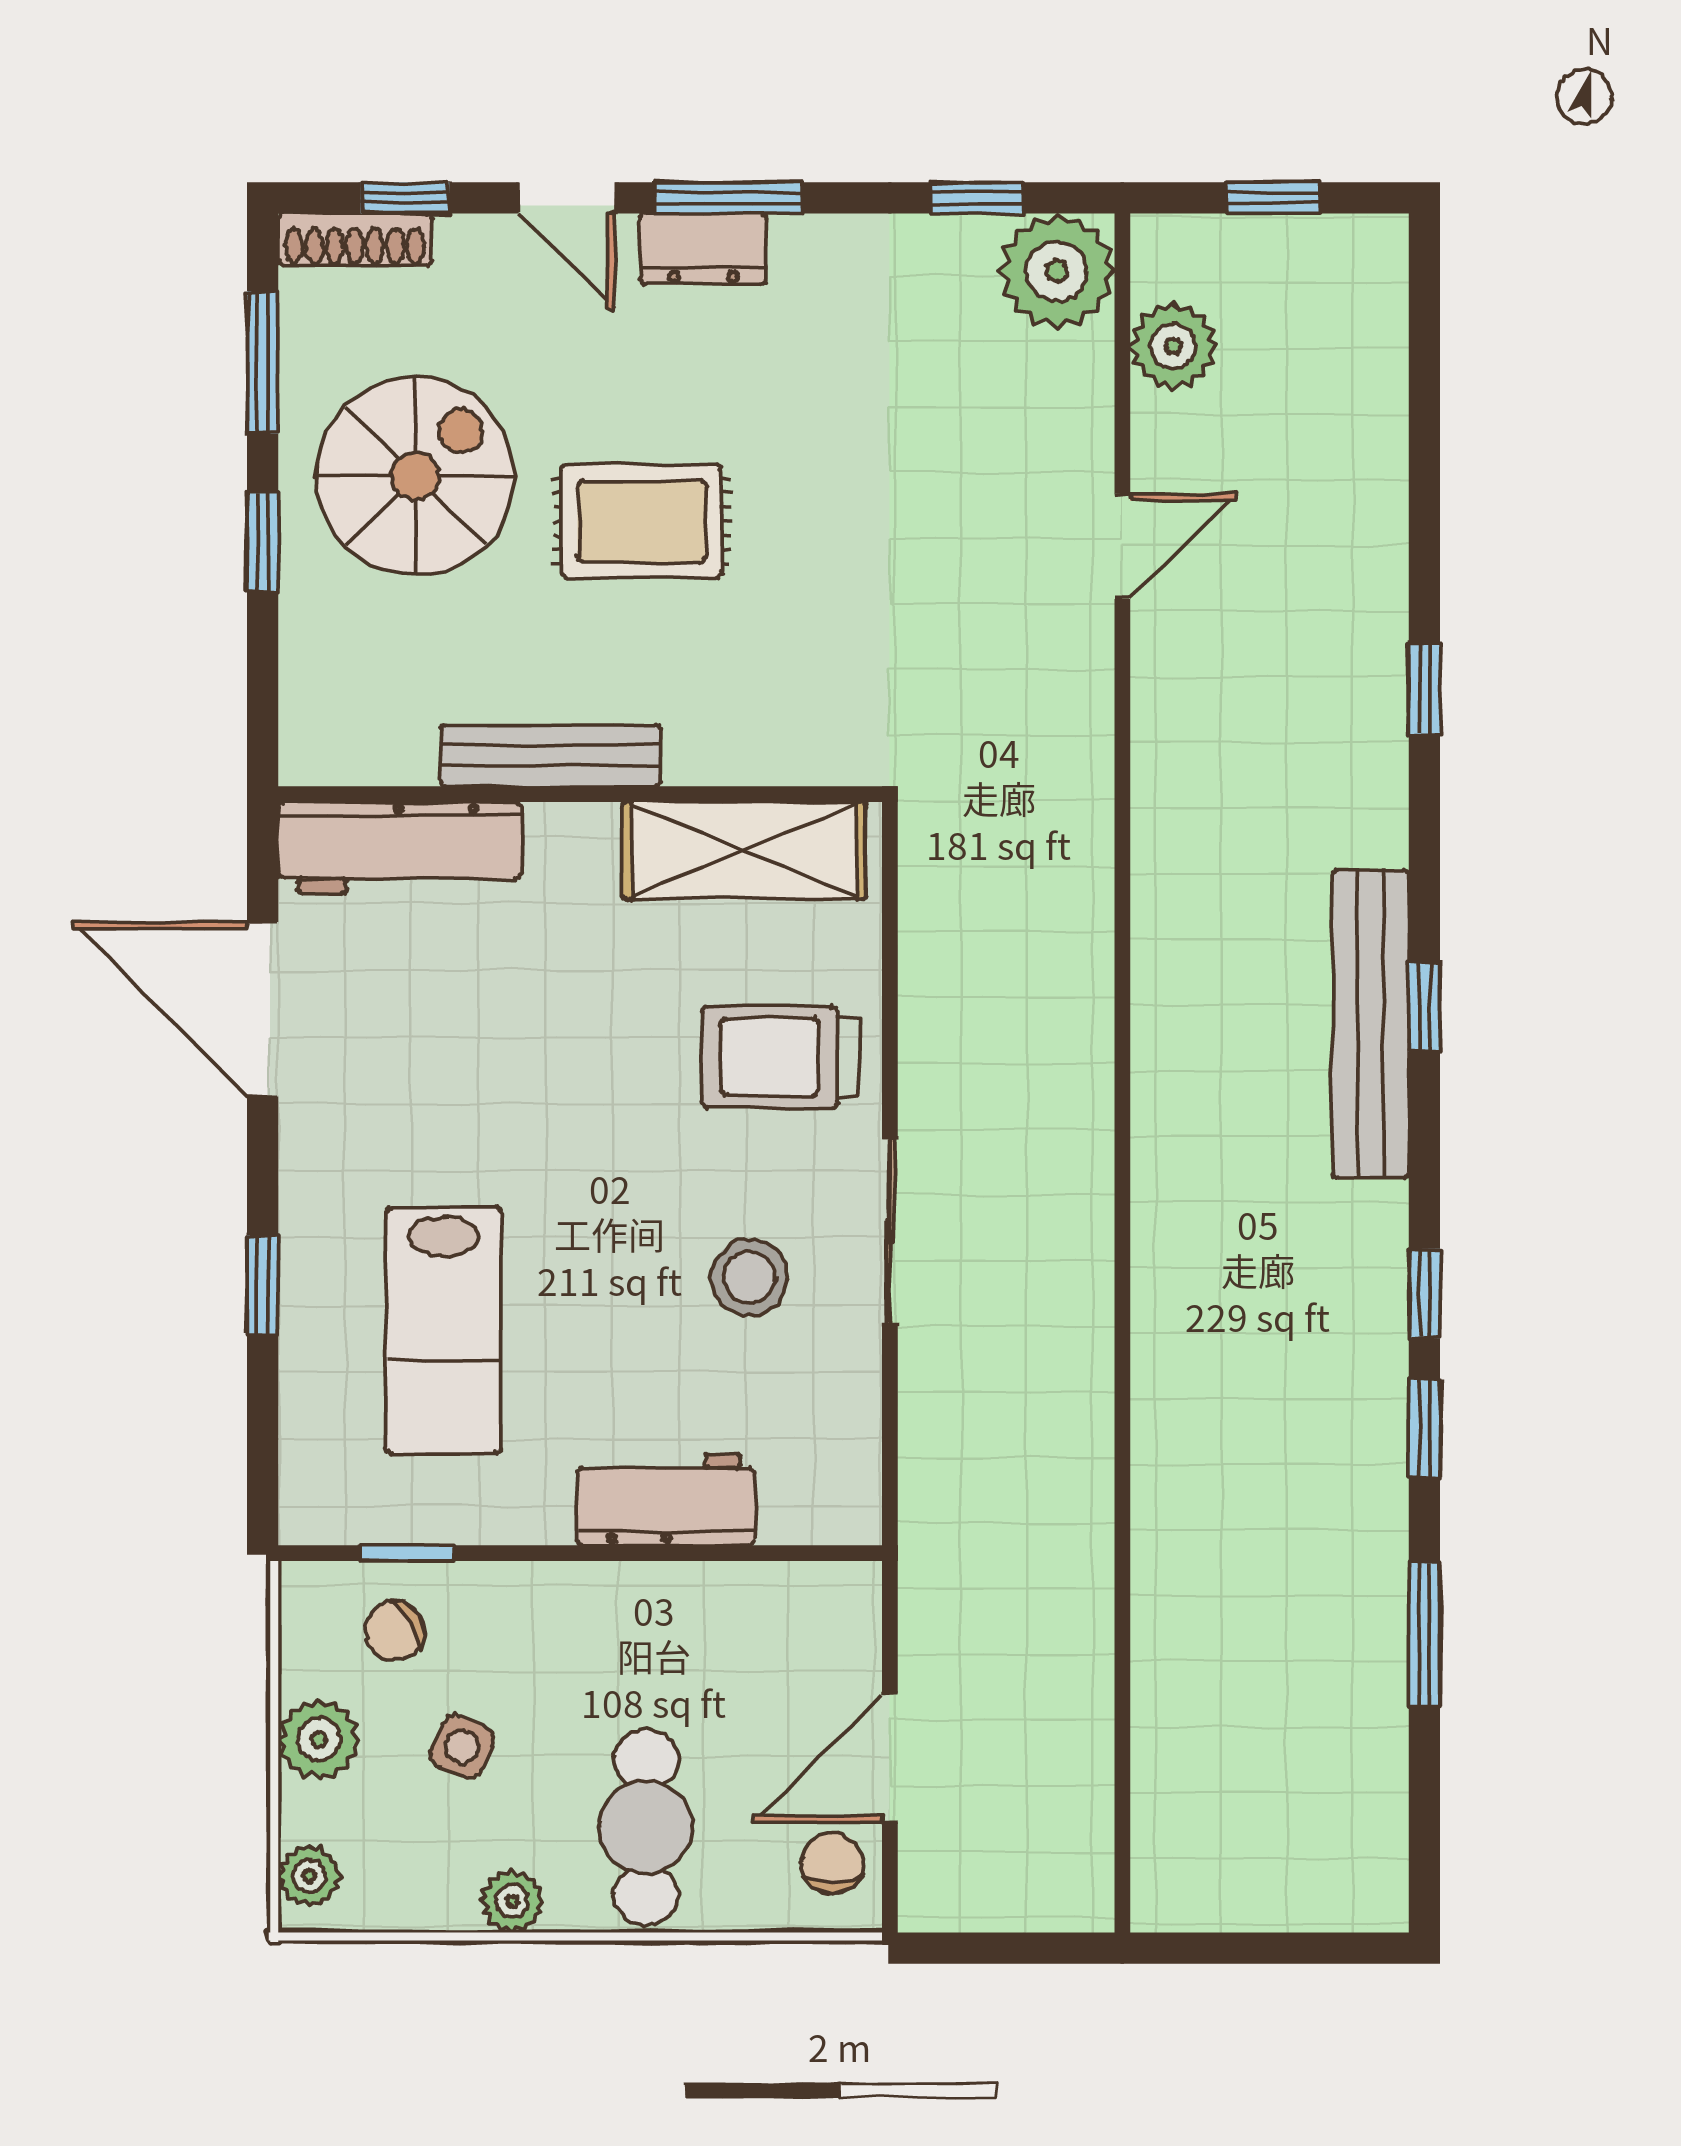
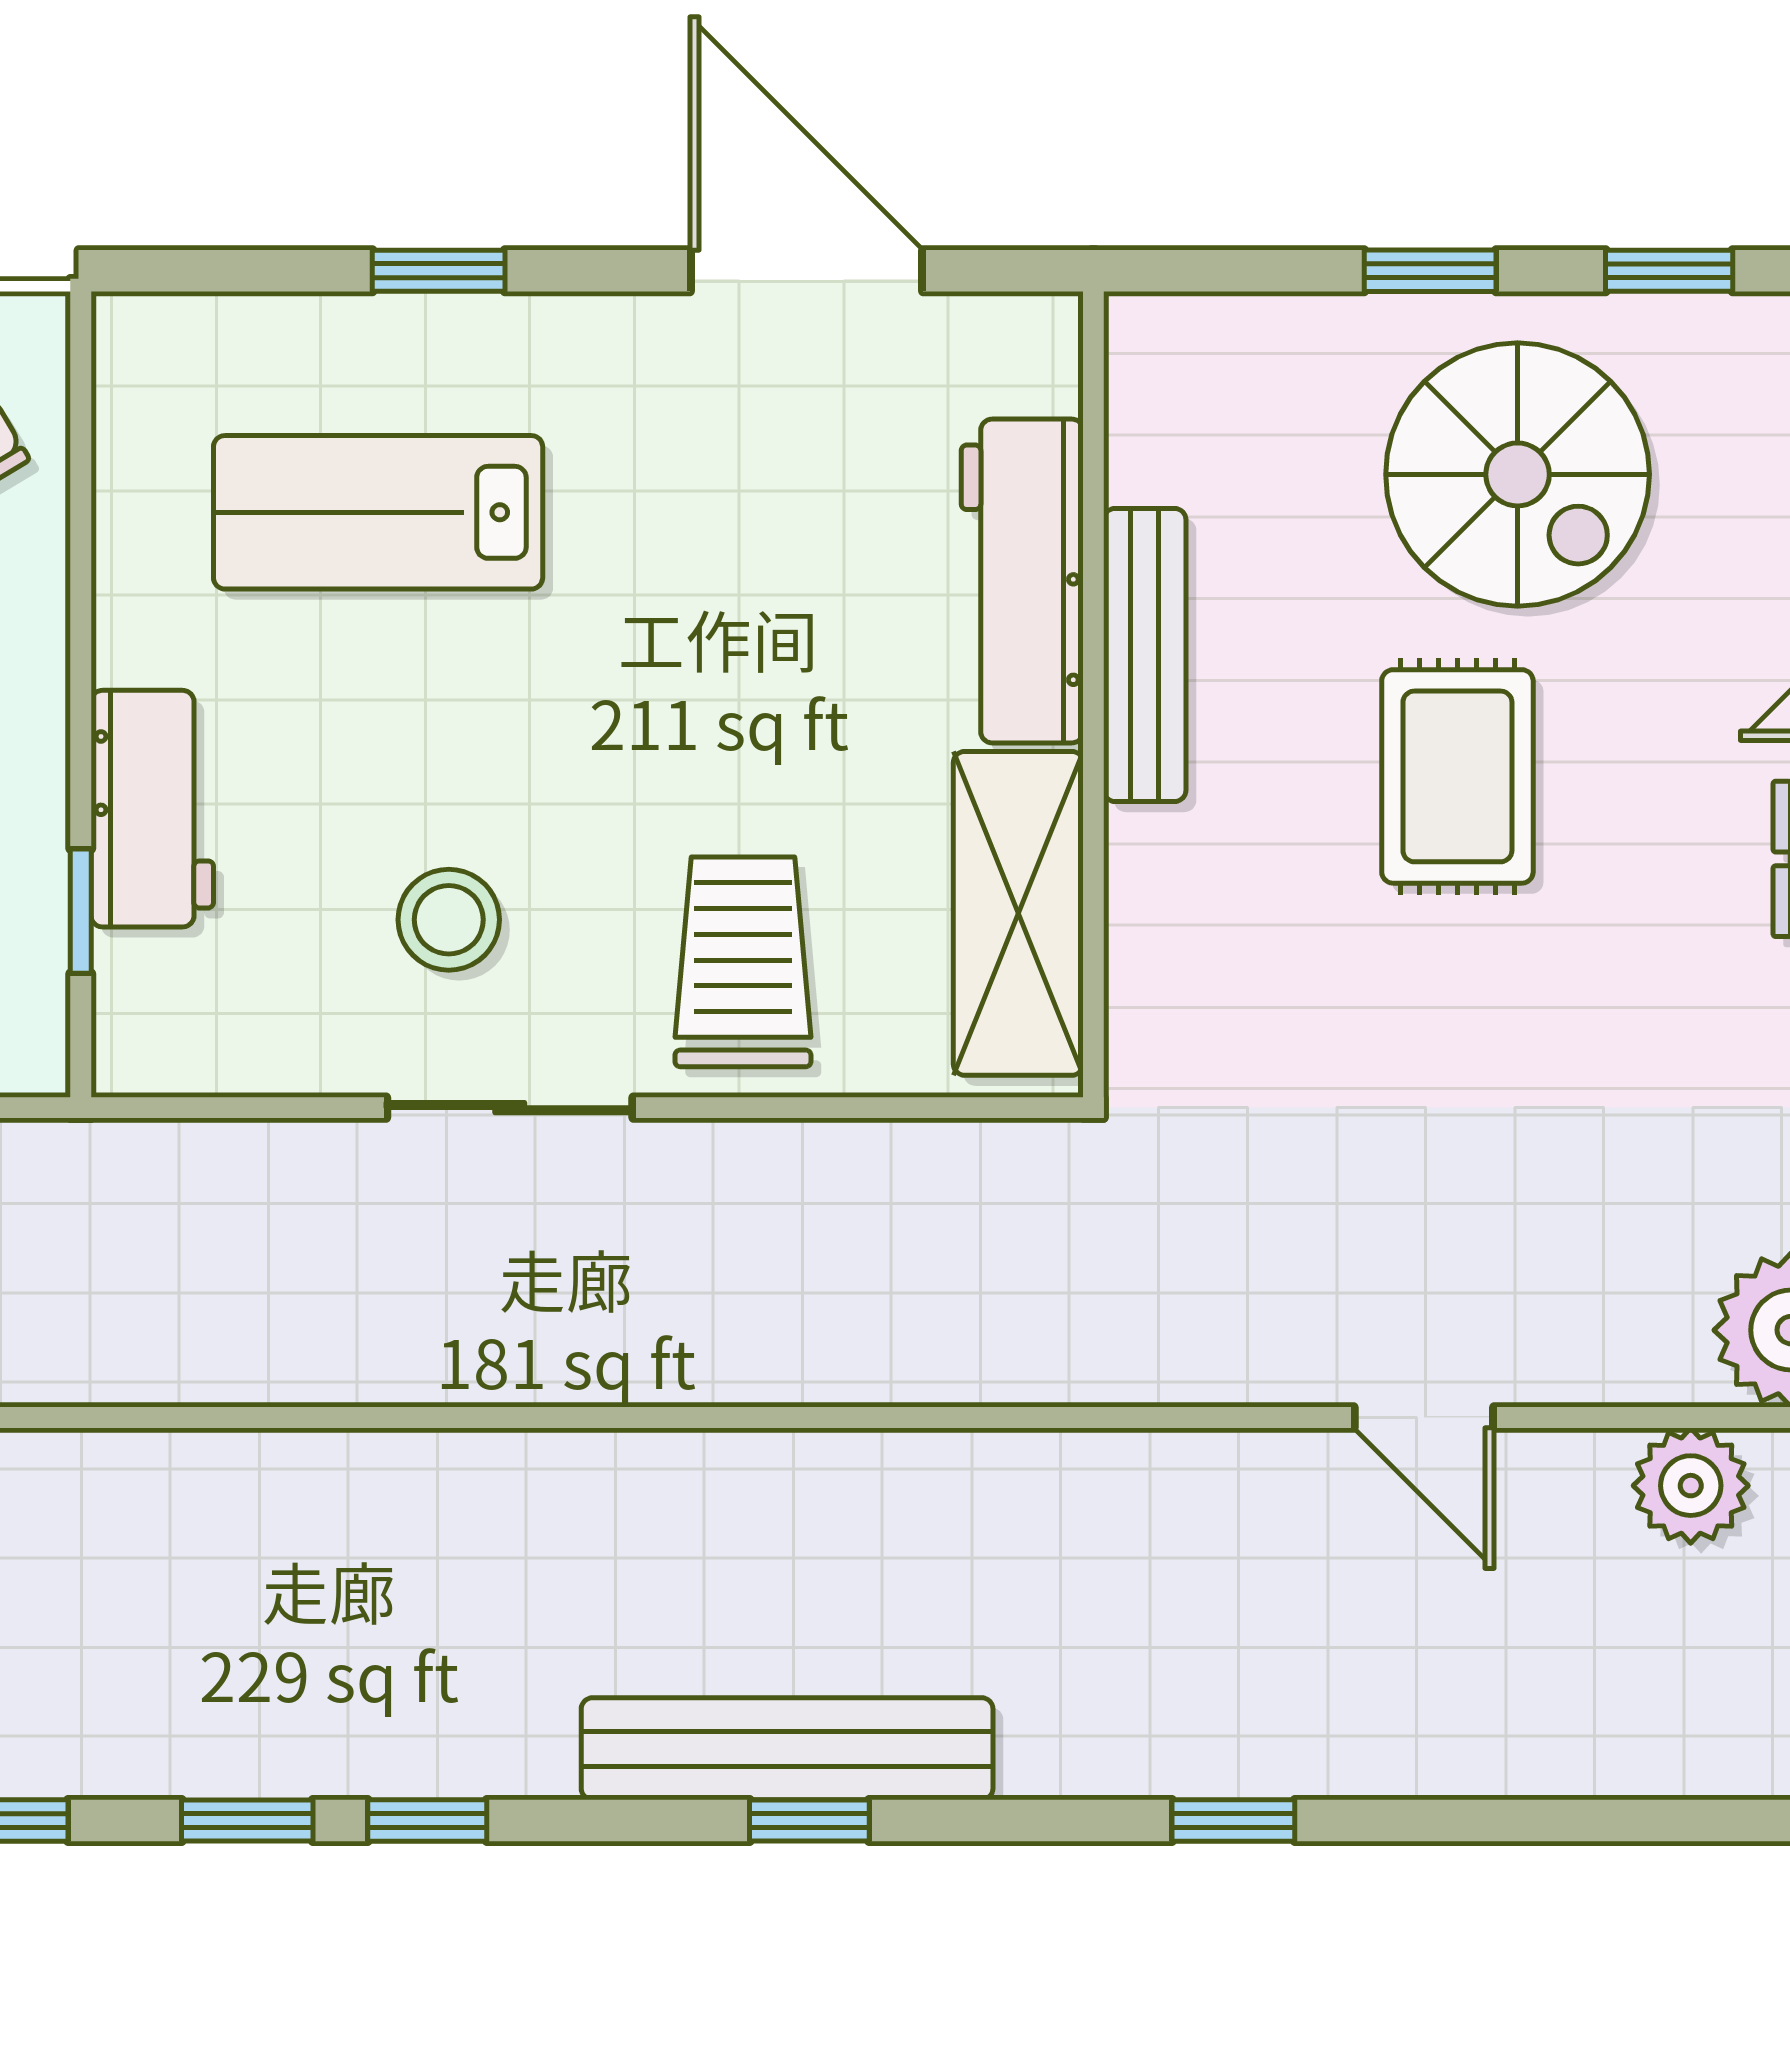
window: (263, 363) -> (1669, 271), width x0.67
workbench: (400, 848) -> (1022, 581), moved
door: (263, 1009) -> (807, 271), hinge flipped
window: (407, 1553) -> (81, 911), moved

